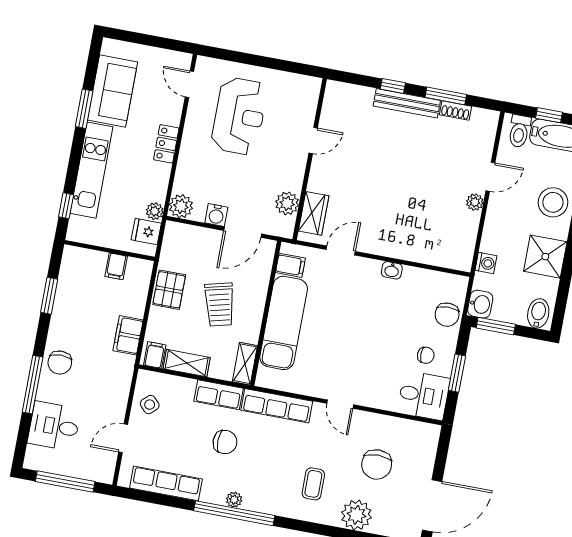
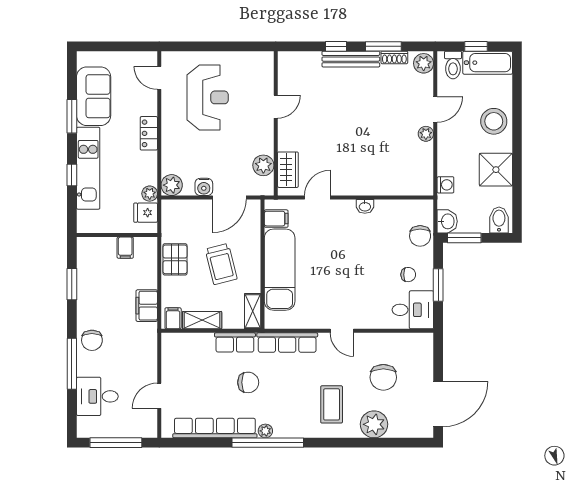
plant: (487, 123) -> (424, 63), added
window: (66, 206) -> (72, 175), moved
side table: (150, 405) -> (177, 362), removed
row of seats: (166, 483) -> (215, 428), width x1.36
coffee table: (313, 484) -> (332, 404), width x1.36, depth x1.30

